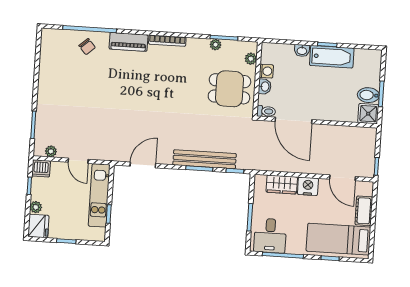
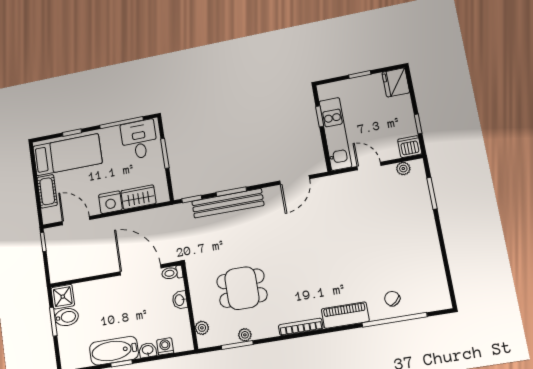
washing machine: (266, 71) -> (165, 346), moved, turned 90
dining table: (229, 89) -> (242, 288), moved
plant: (36, 207) -> (404, 102), removed

